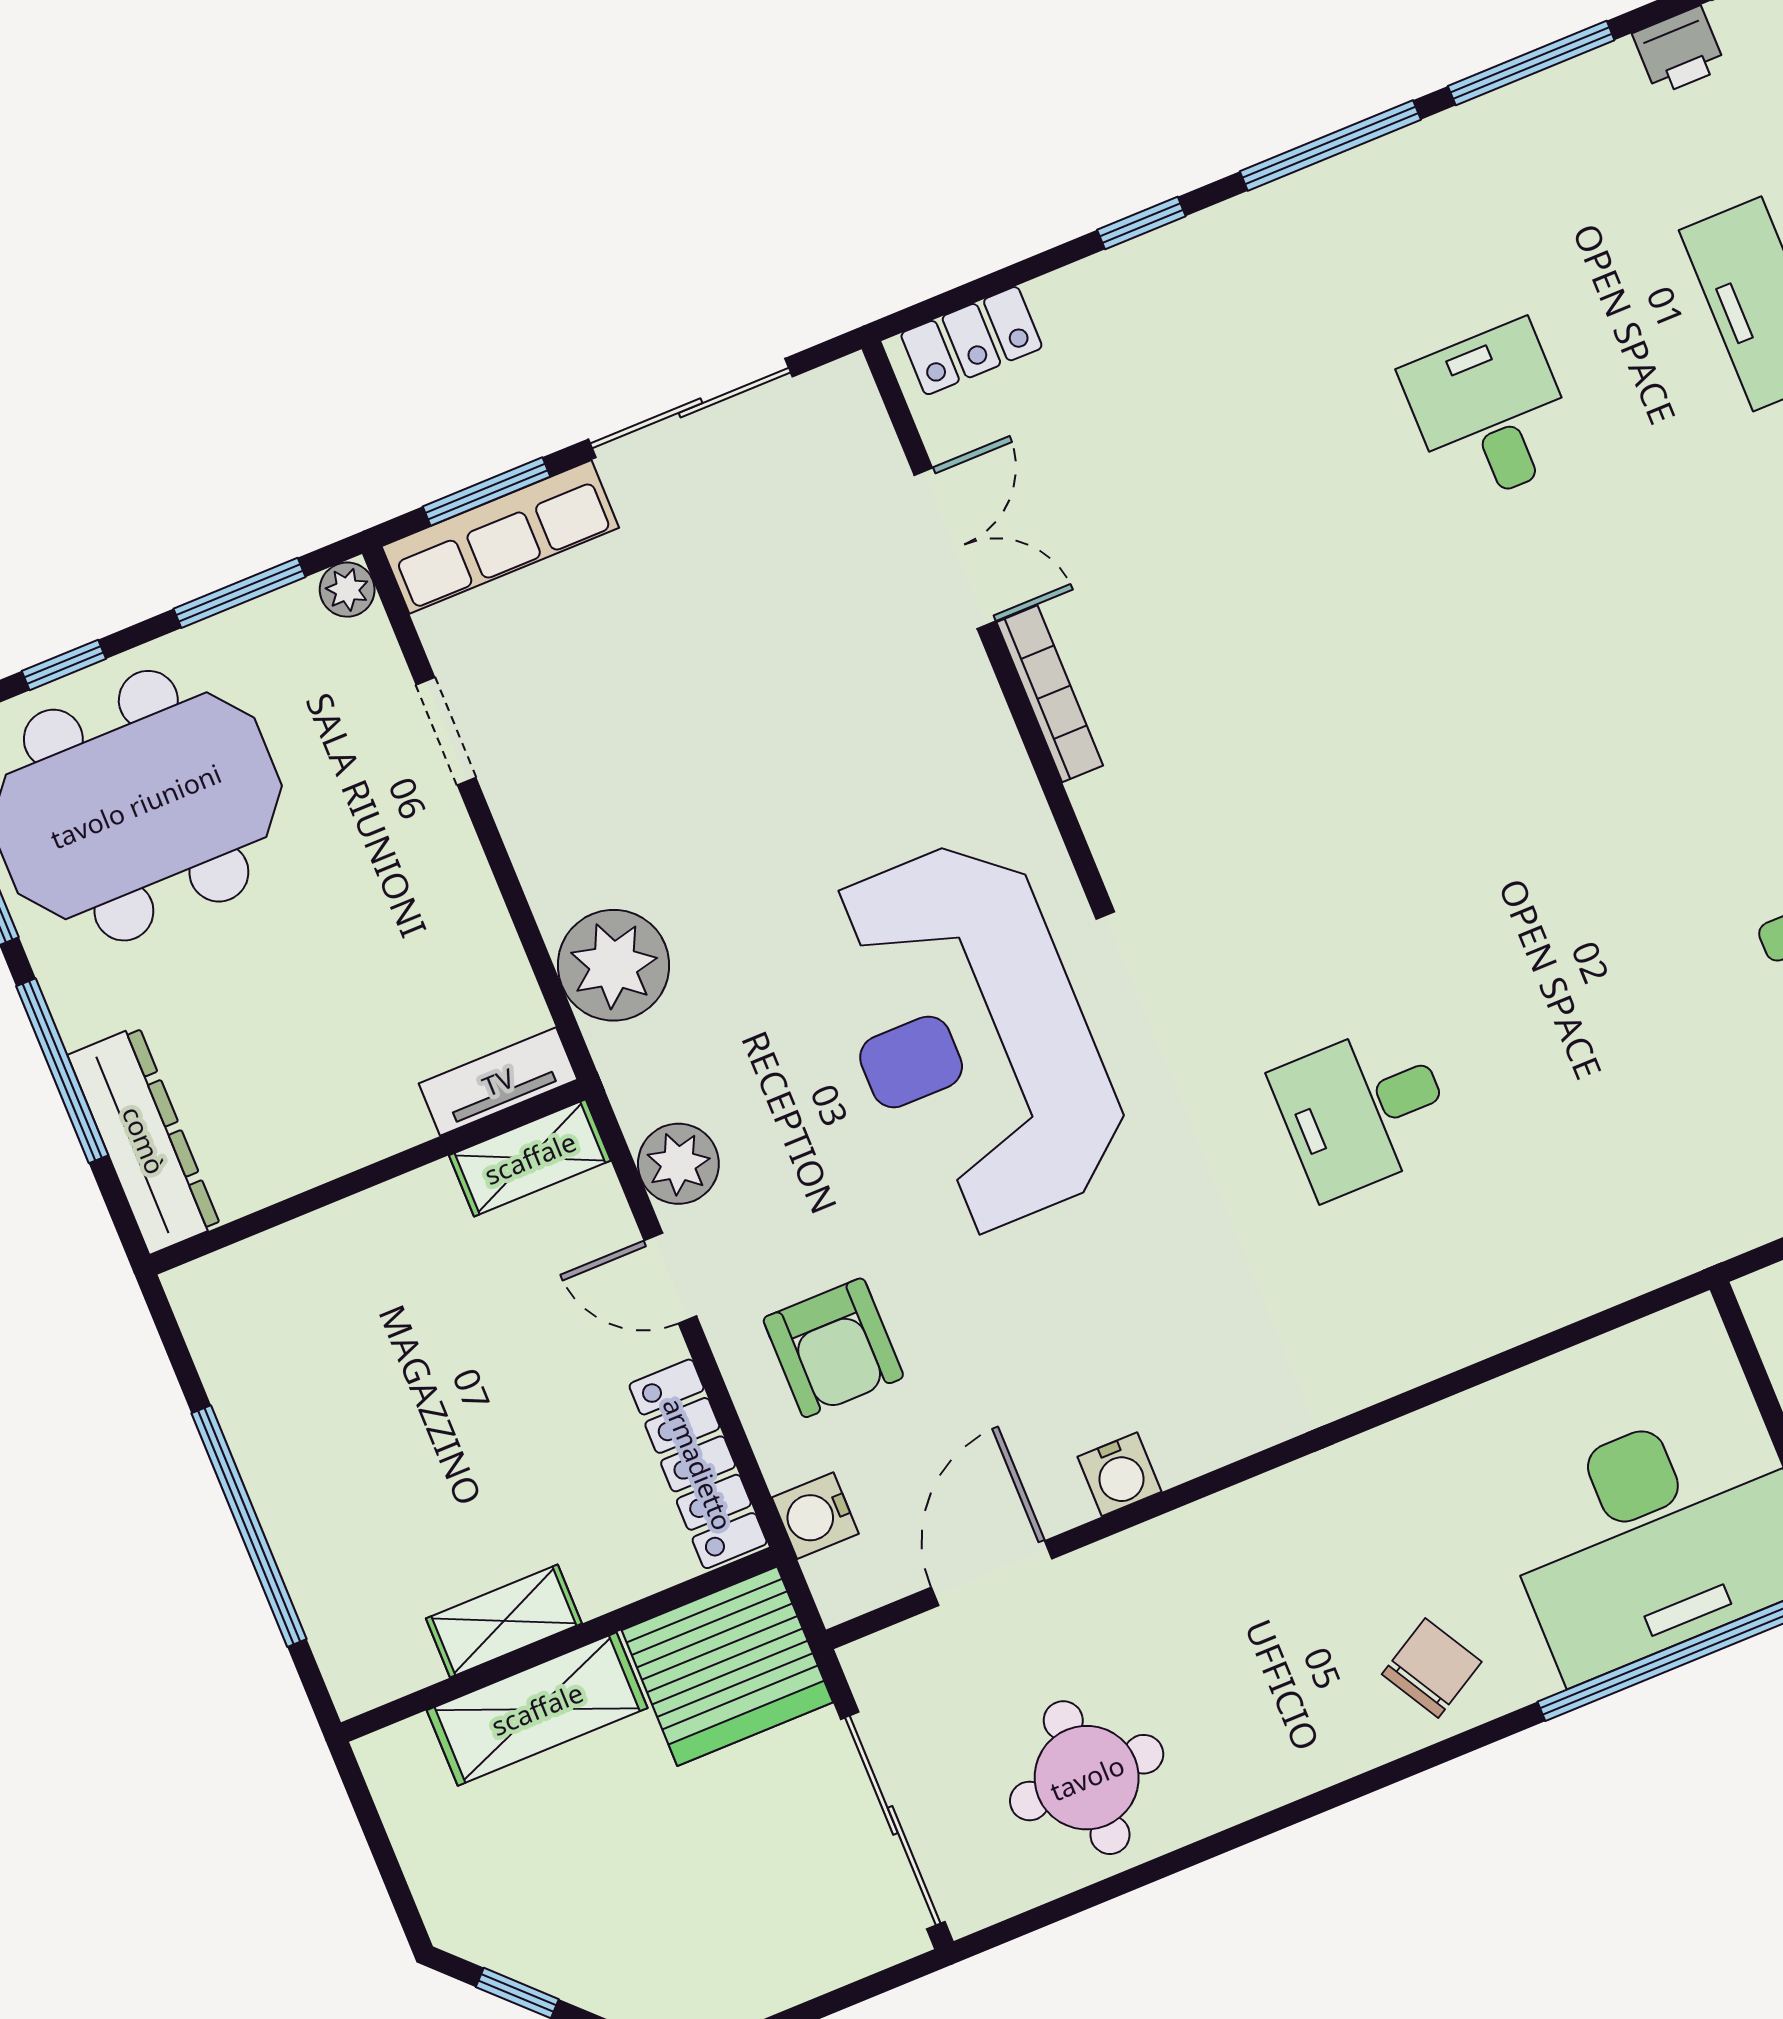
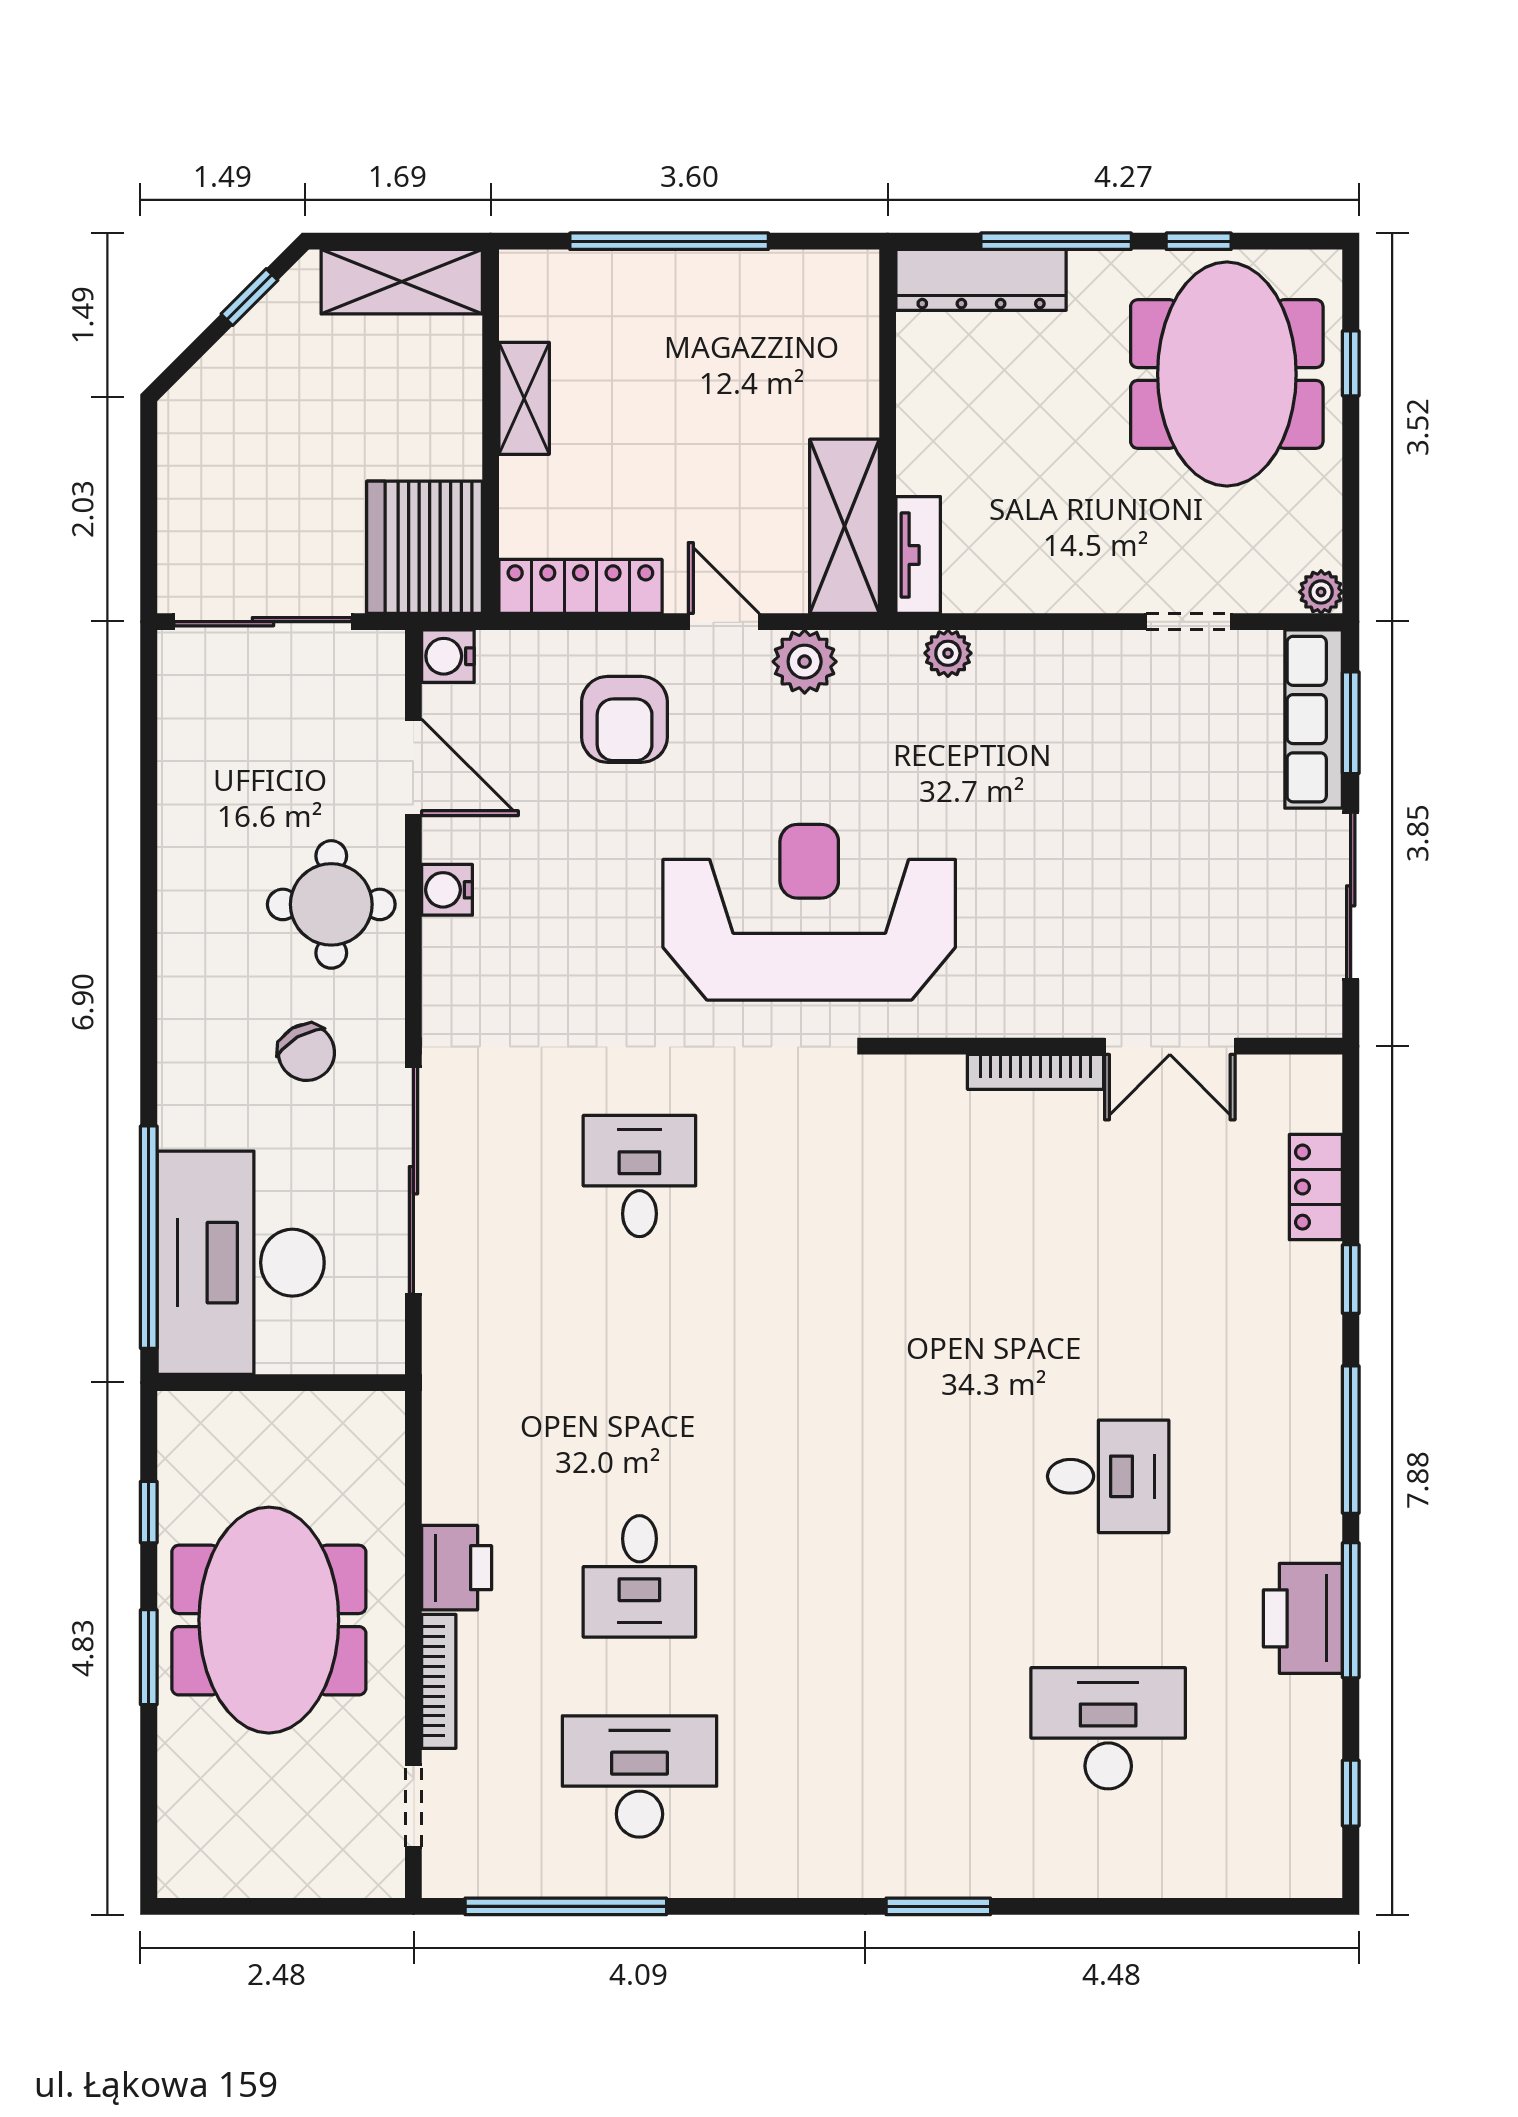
printer: (1679, 51) -> (1303, 1618), moved, width x1.87, depth x1.48
locker: (971, 341) -> (1316, 1187), moved
window: (239, 593) -> (1351, 513), removed
plant: (614, 965) -> (948, 653), width x0.53, depth x0.53
shelving: (530, 1158) -> (844, 526), width x1.50, depth x1.33
door: (670, 1278) -> (724, 622), hinge flipped
armchair: (833, 1348) -> (625, 719), turned -90
sliding door: (1478, 1374) -> (413, 1180), added
water cooler: (815, 1516) -> (448, 656), moved, turned -90
chair: (1432, 1668) -> (306, 1052), moved
shelving: (537, 1709) -> (402, 282), moved, turned 90
round table: (1087, 1778) -> (331, 904), moved

